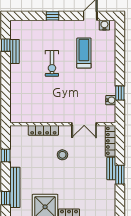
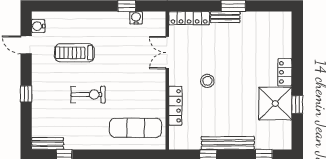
bench: (14, 51) -> (48, 143), moved
exercise mat: (27, 100) -> (136, 128), added
double door: (84, 124) -> (167, 53), swing flipped
bench: (15, 187) -> (228, 143), moved

